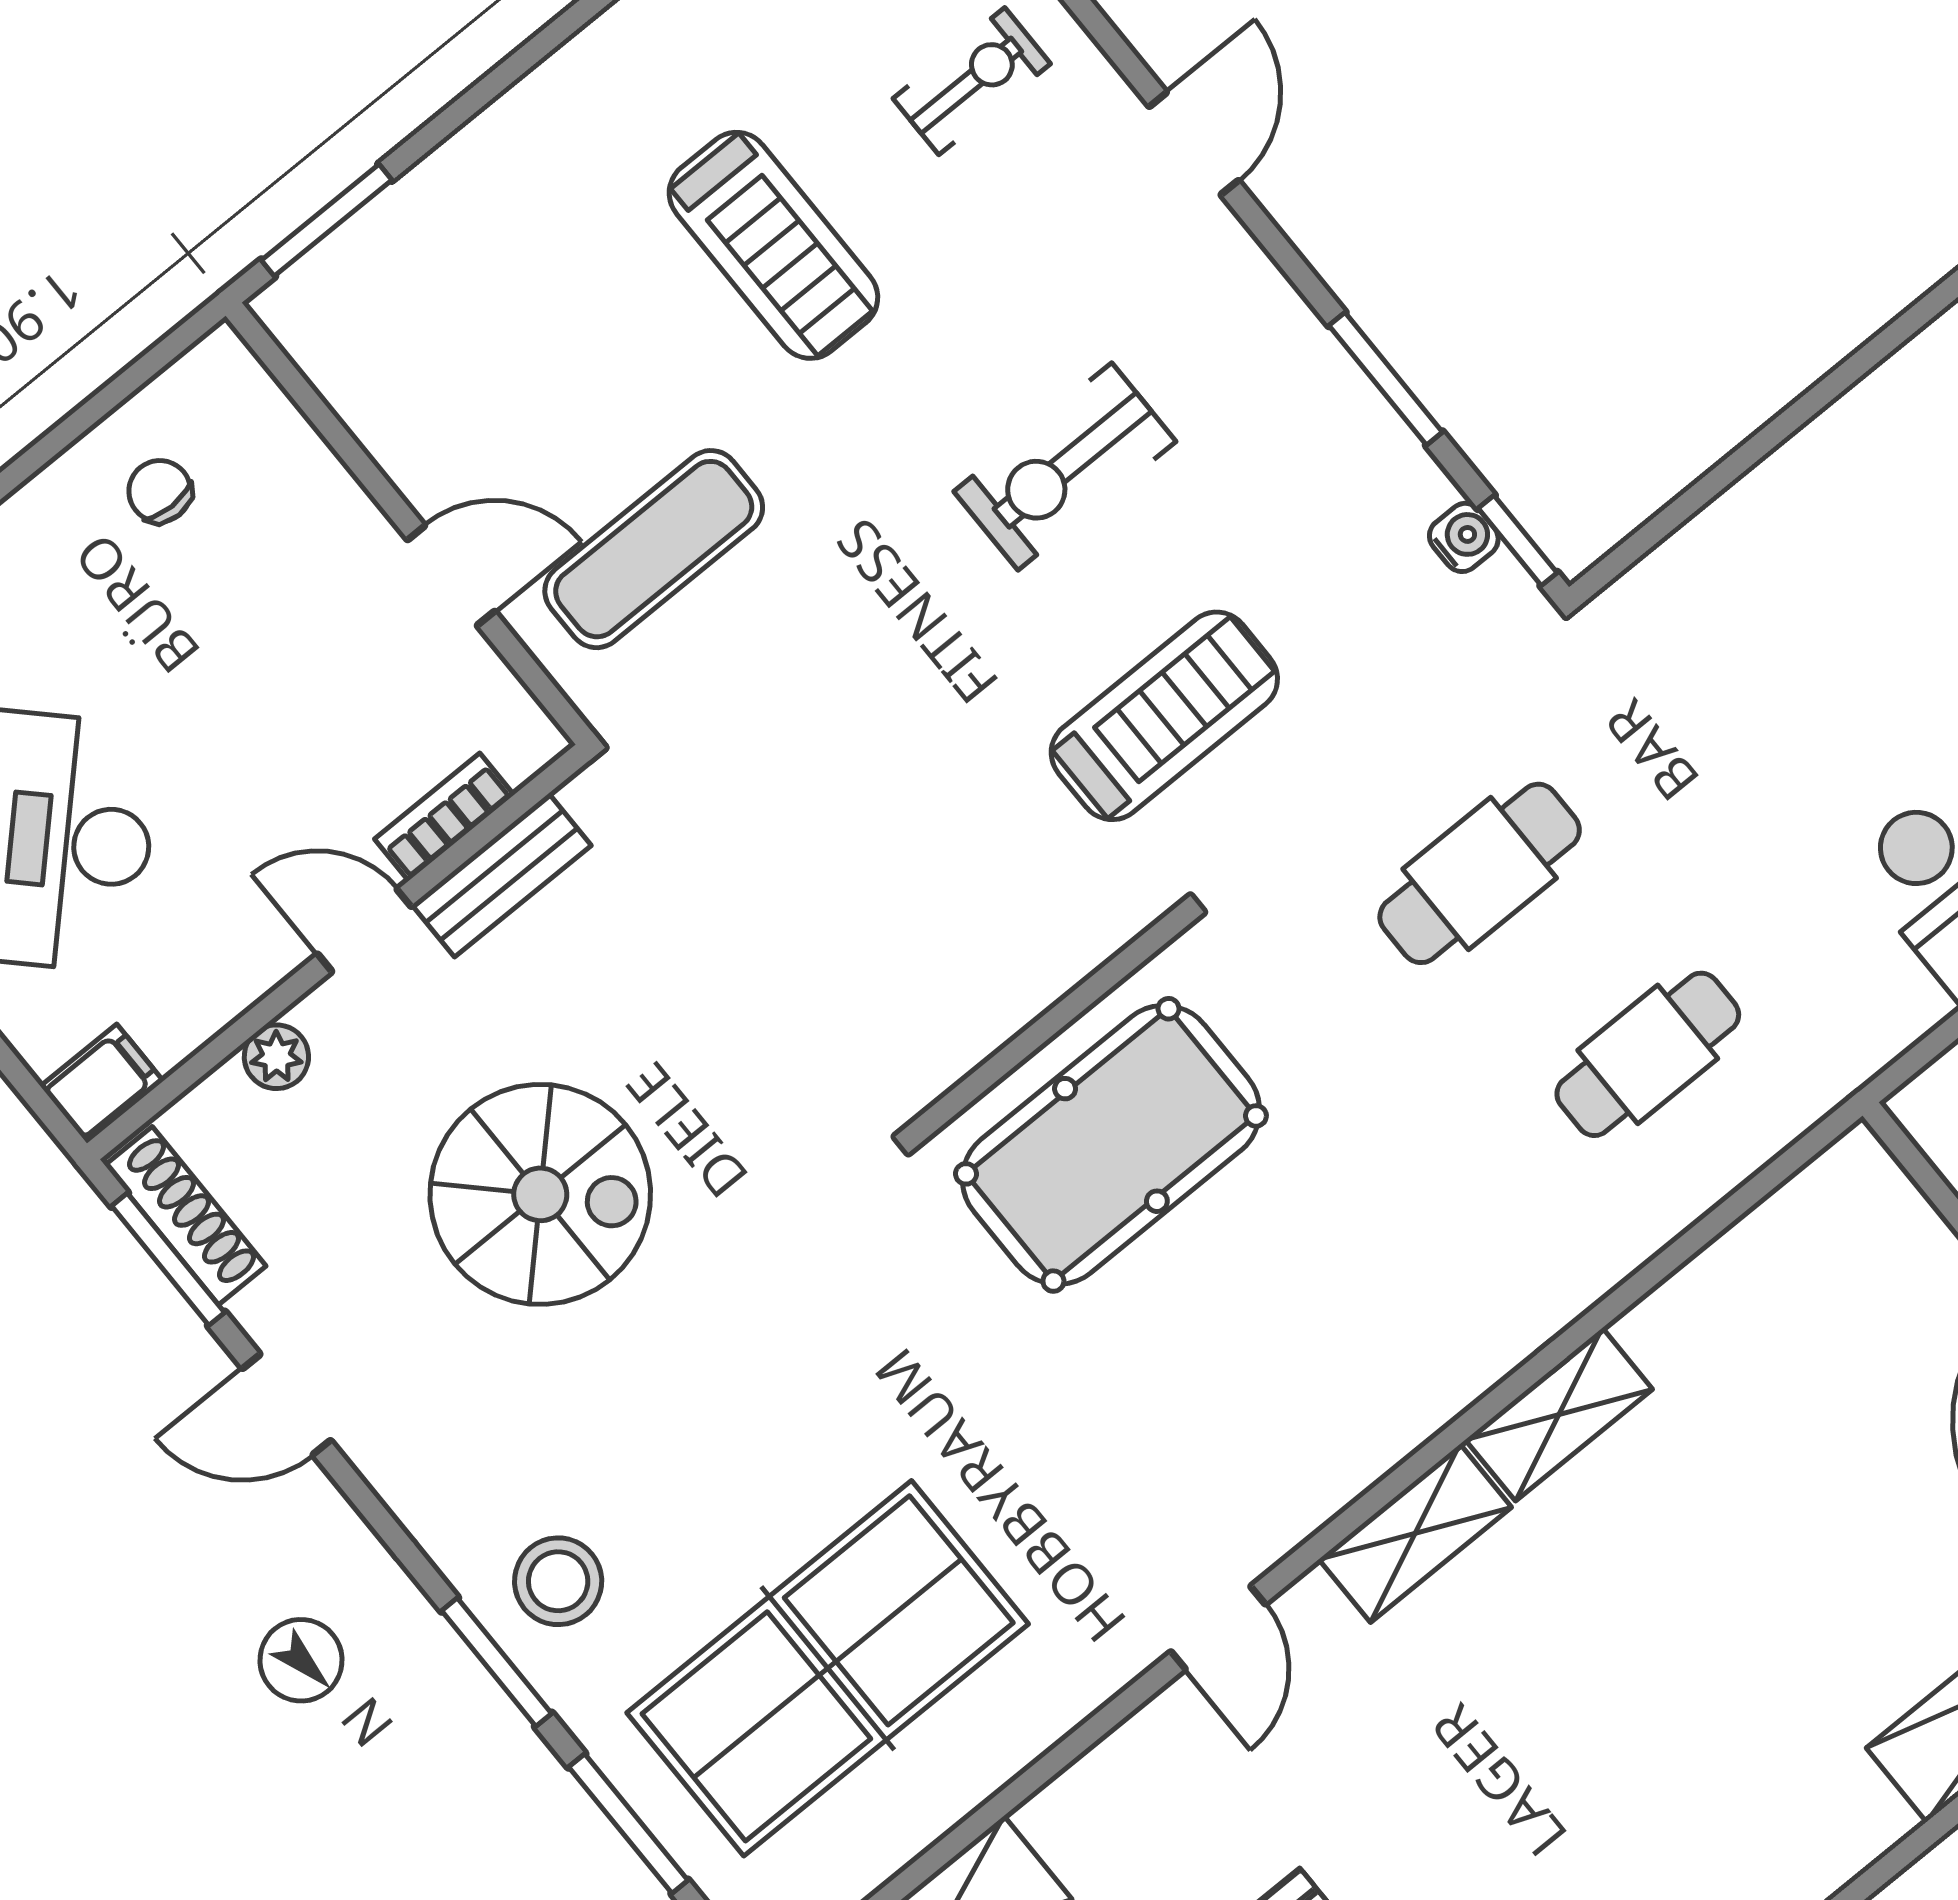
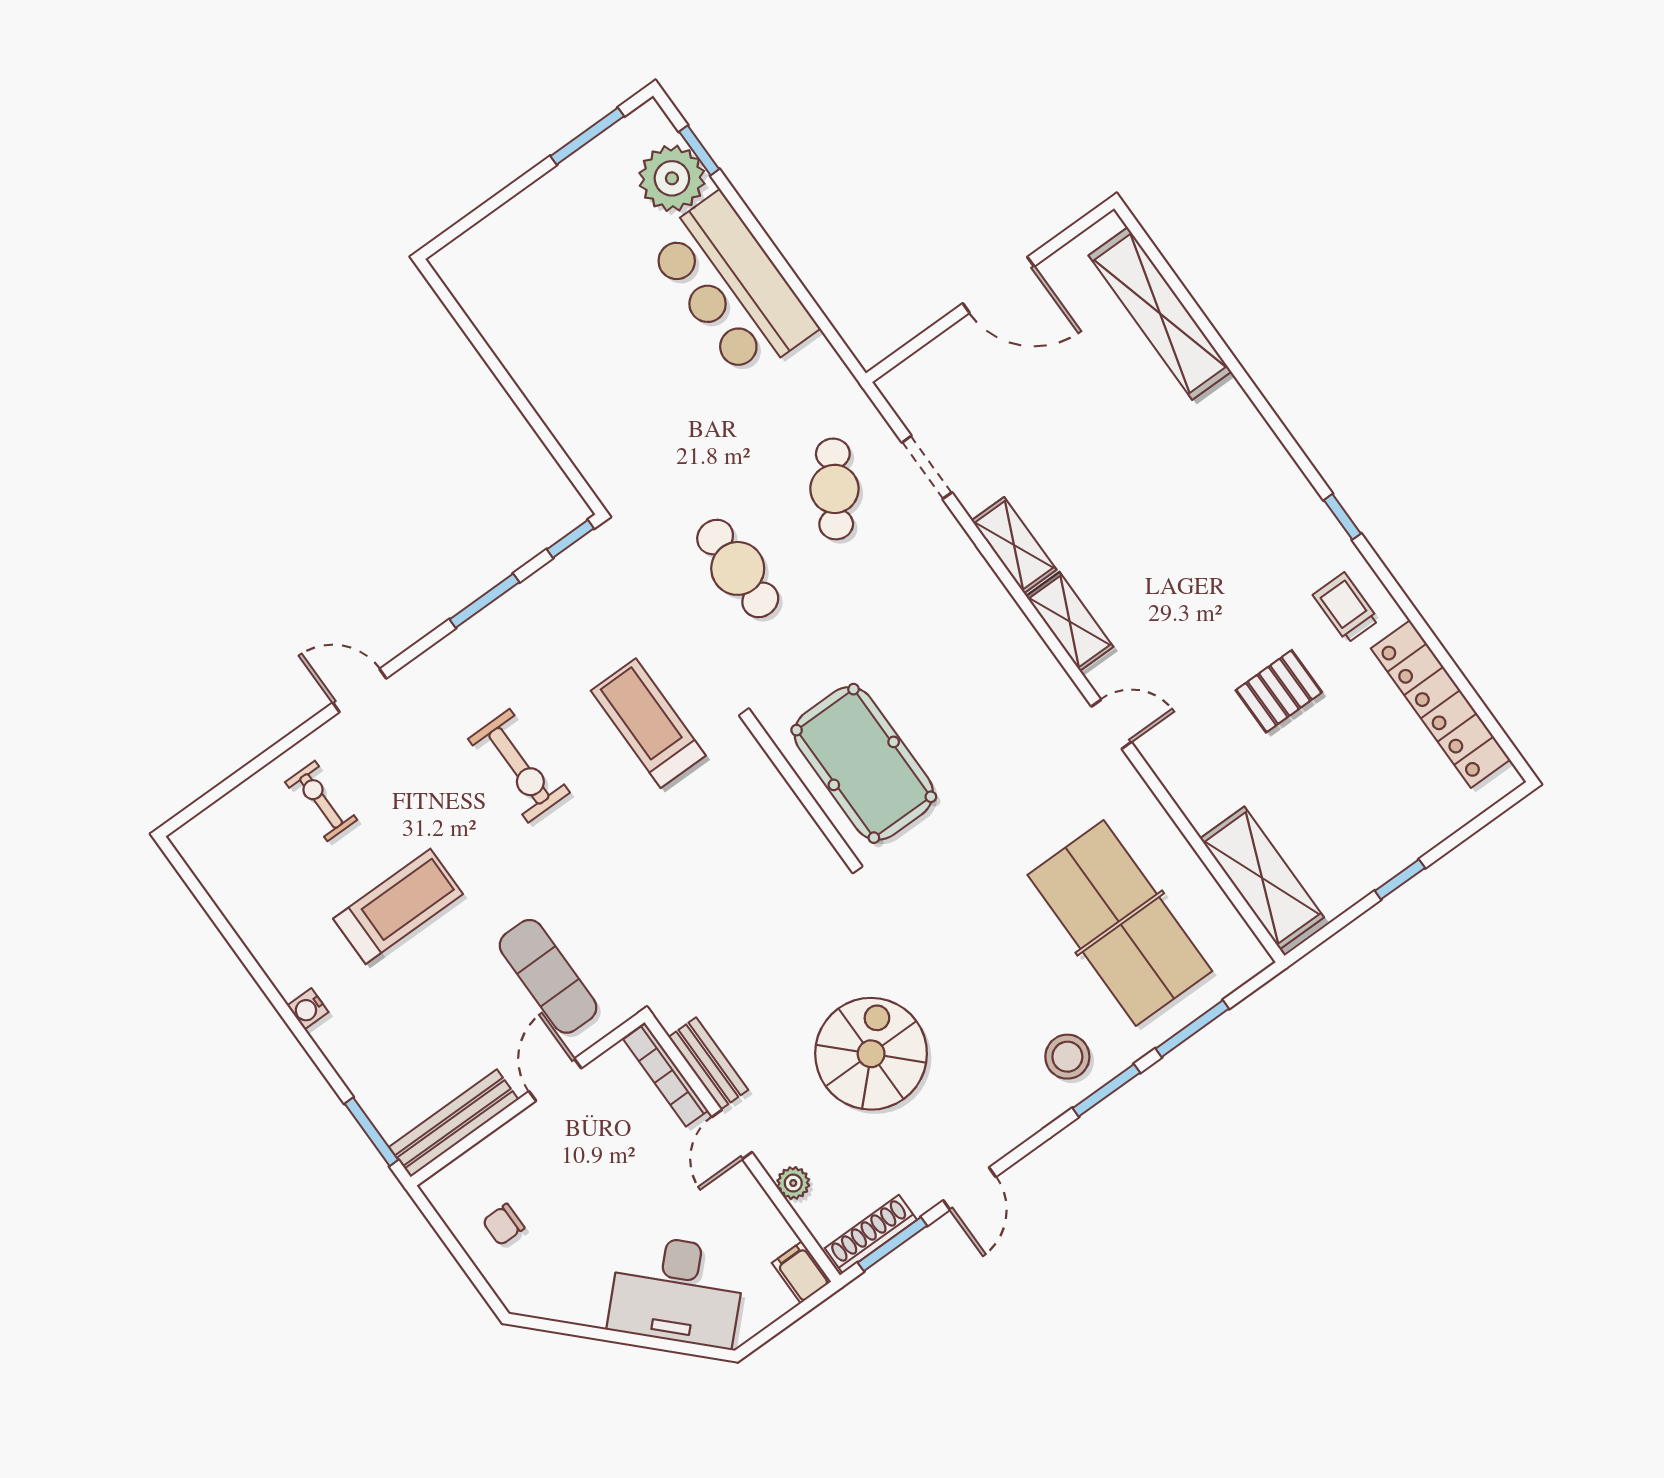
bench: (353, 381) -> (454, 1123), added
water cooler: (1464, 537) -> (308, 1009), moved, turned -90
bookcase: (444, 817) -> (666, 1075), width x1.56
cafe table: (1648, 1054) -> (834, 489), turned 33
doorway: (1701, 1234) -> (927, 467), added

